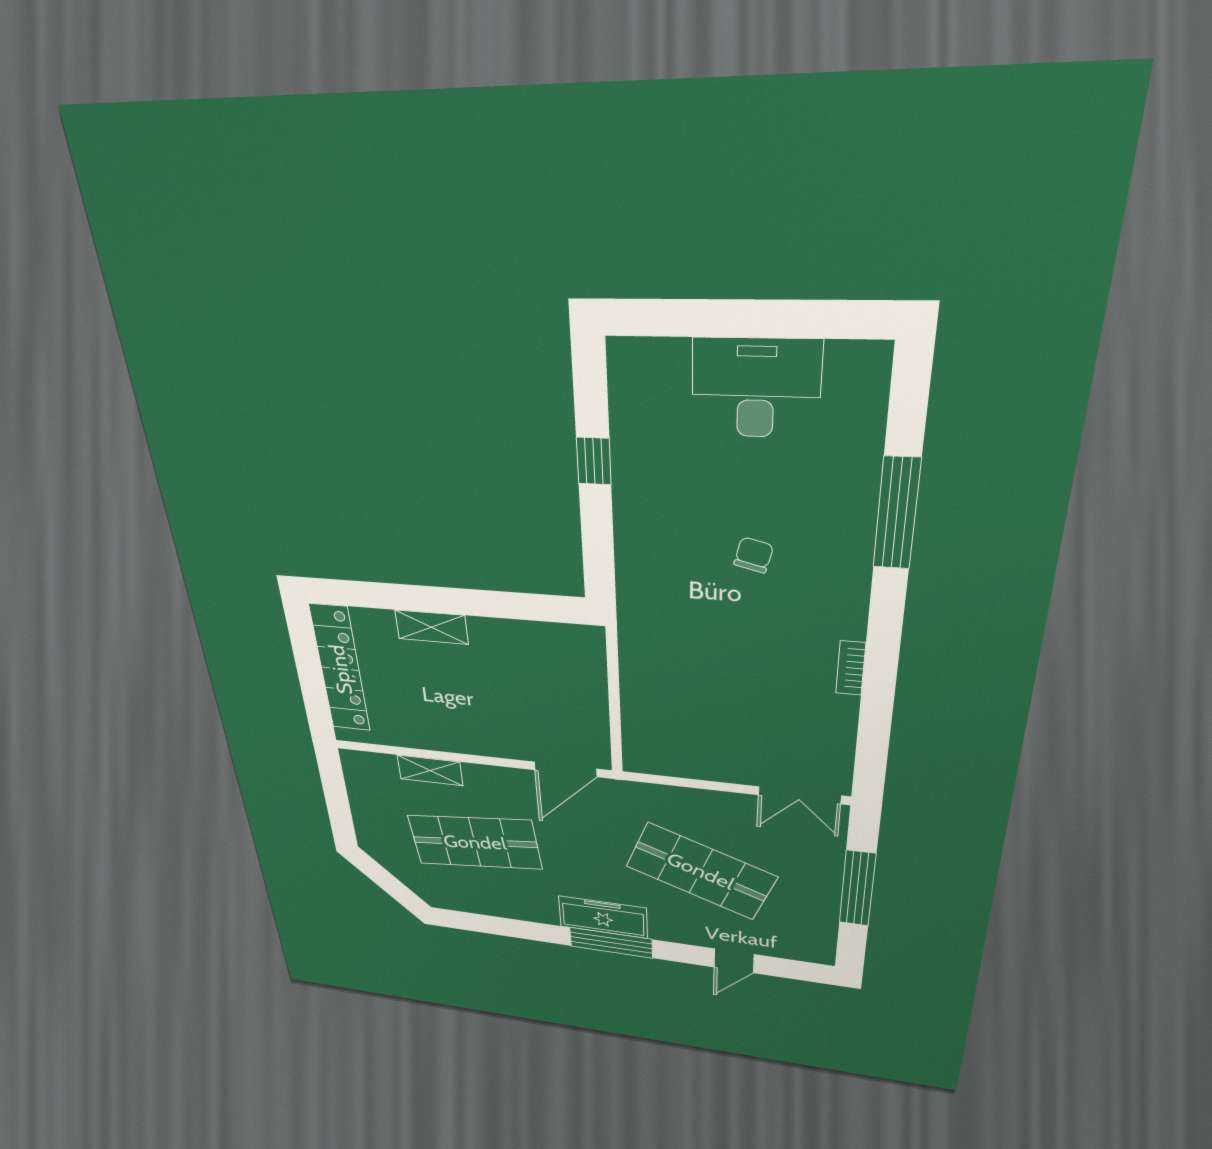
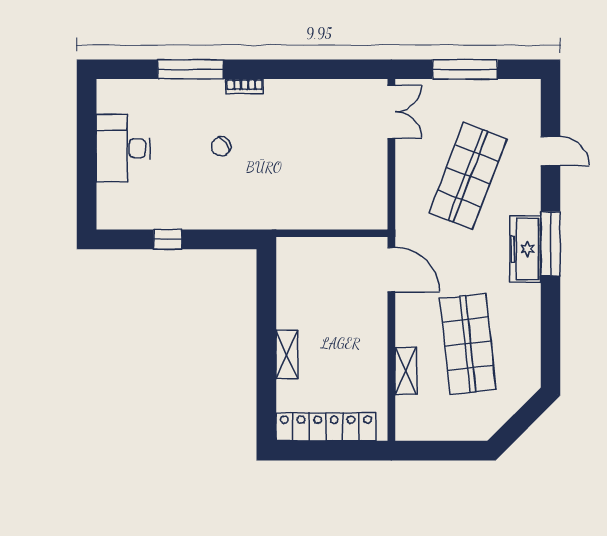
chair: (754, 555) -> (221, 146), turned -50
bookcase: (851, 668) -> (245, 86), moved

